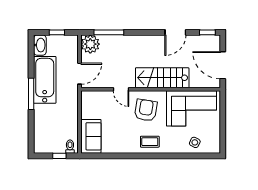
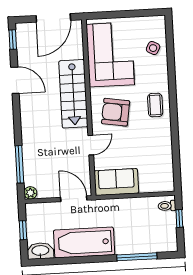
plant: (90, 44) -> (30, 193), width x0.53, depth x0.53
window: (31, 94) -> (137, 257), moved
sofa: (91, 136) -> (116, 182), moved

